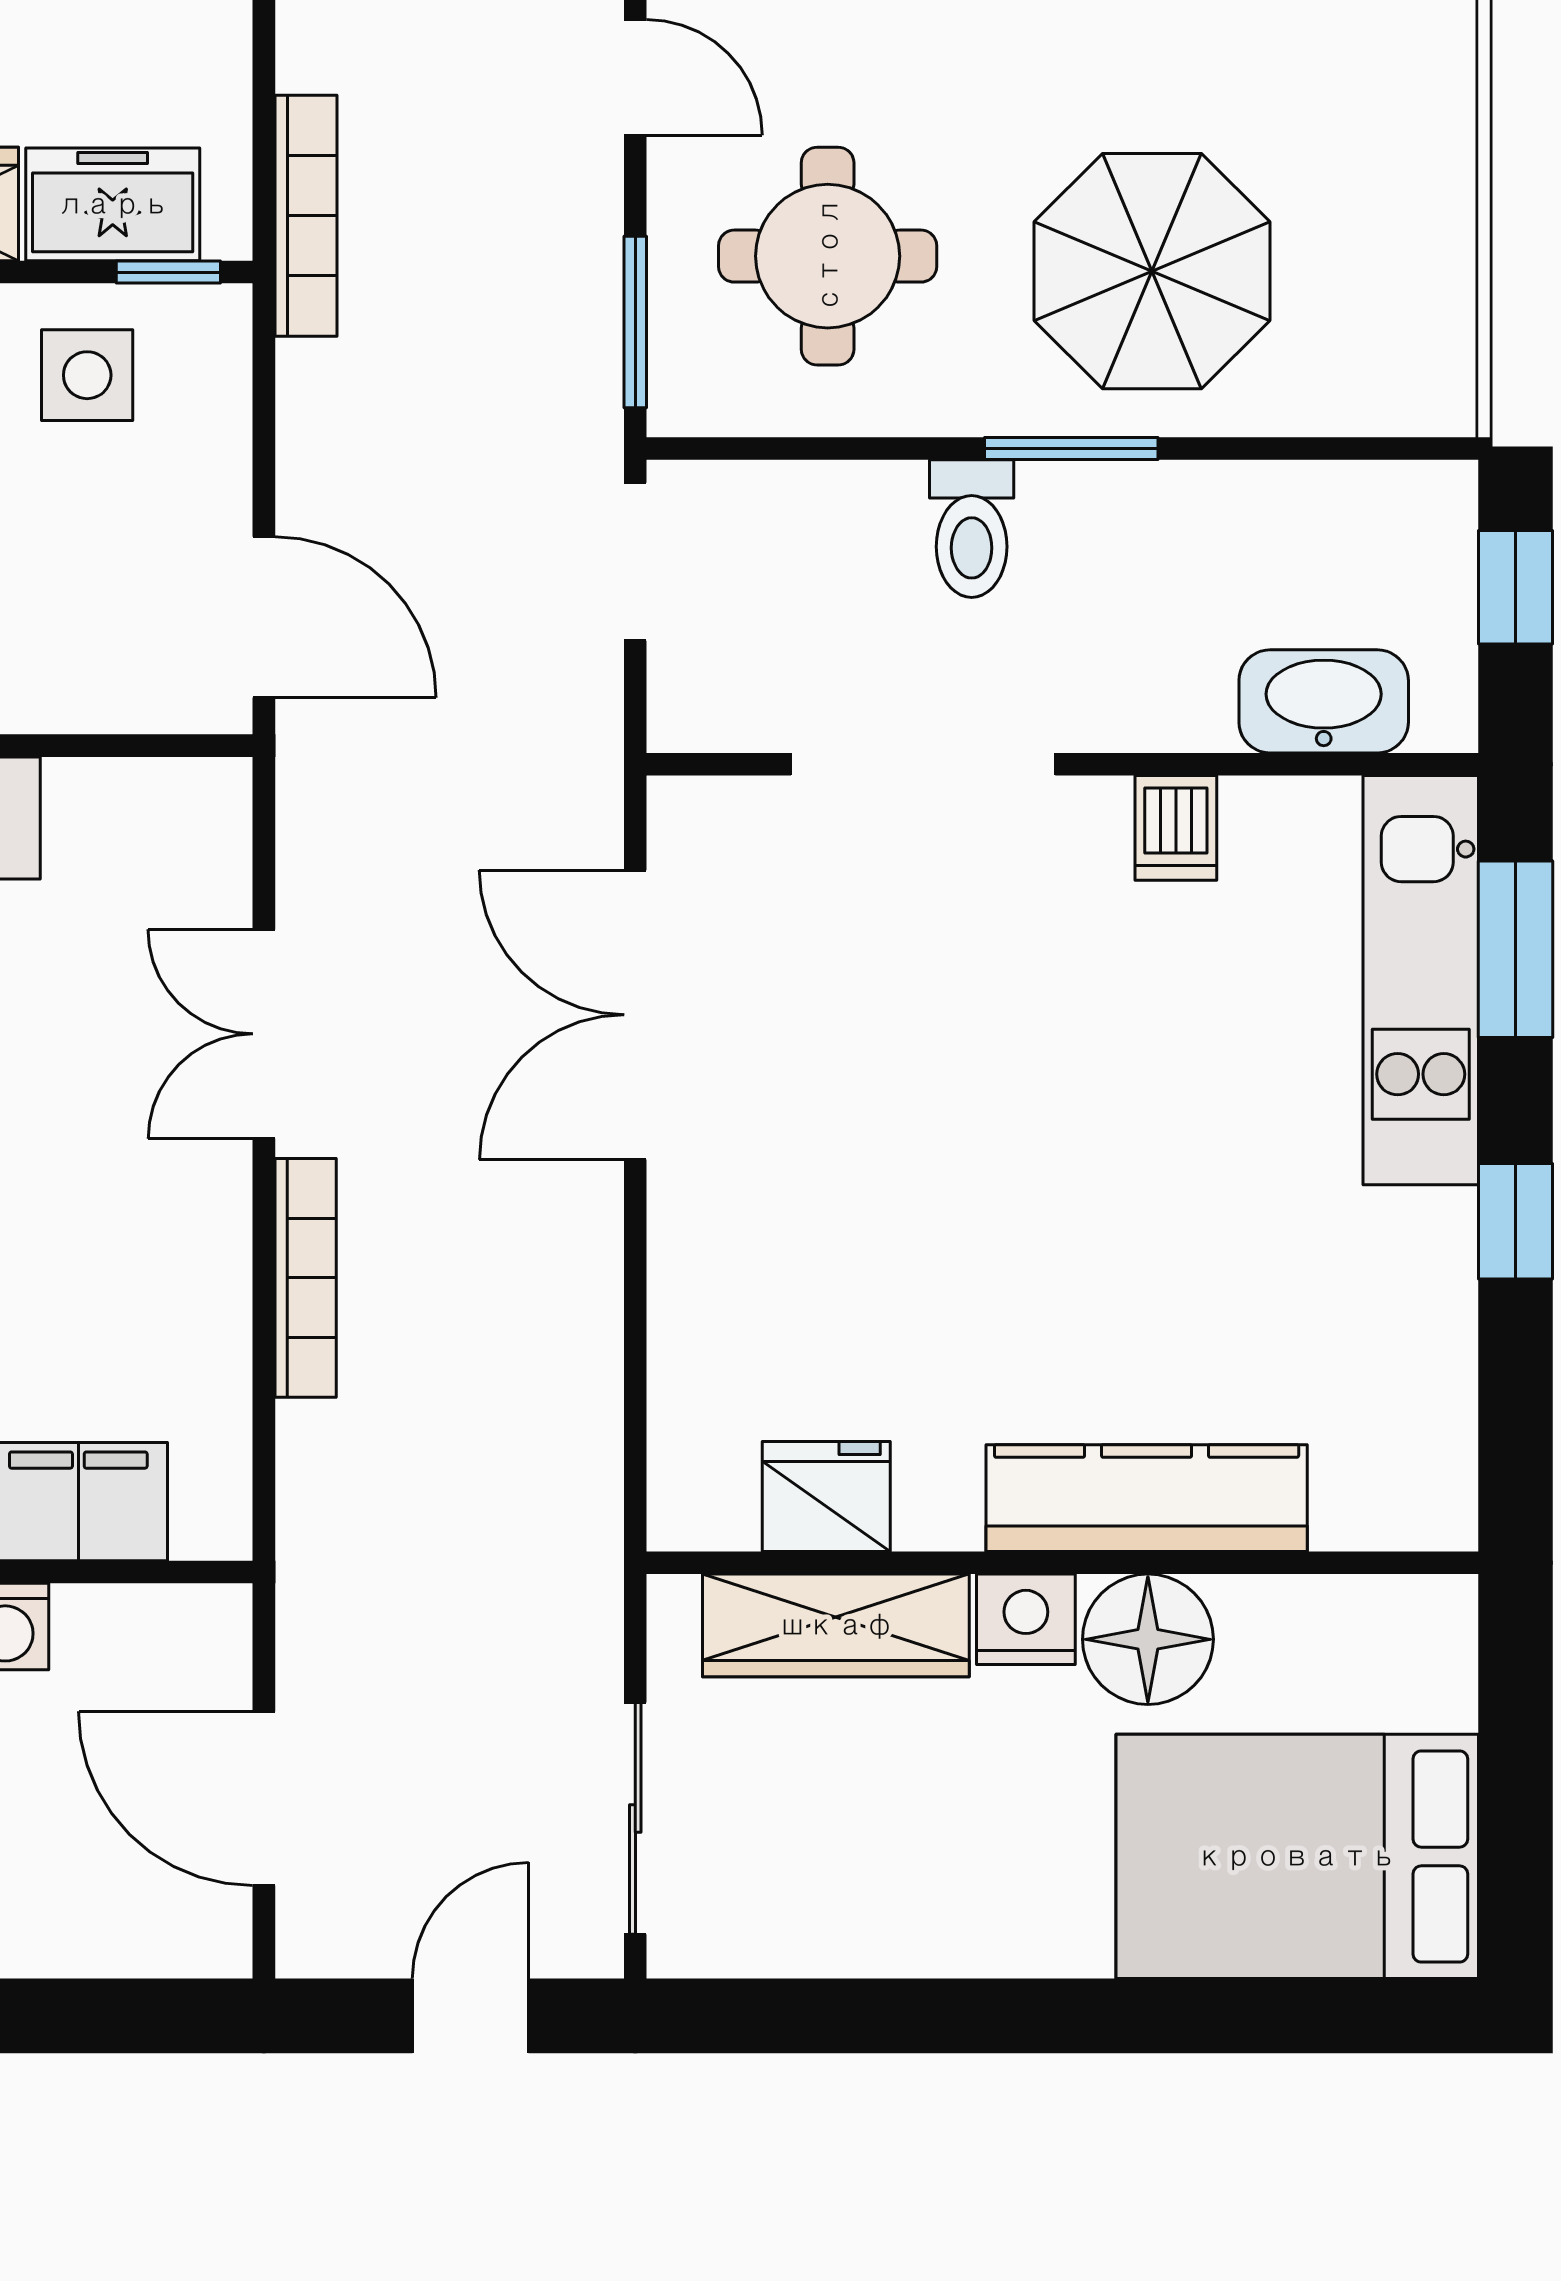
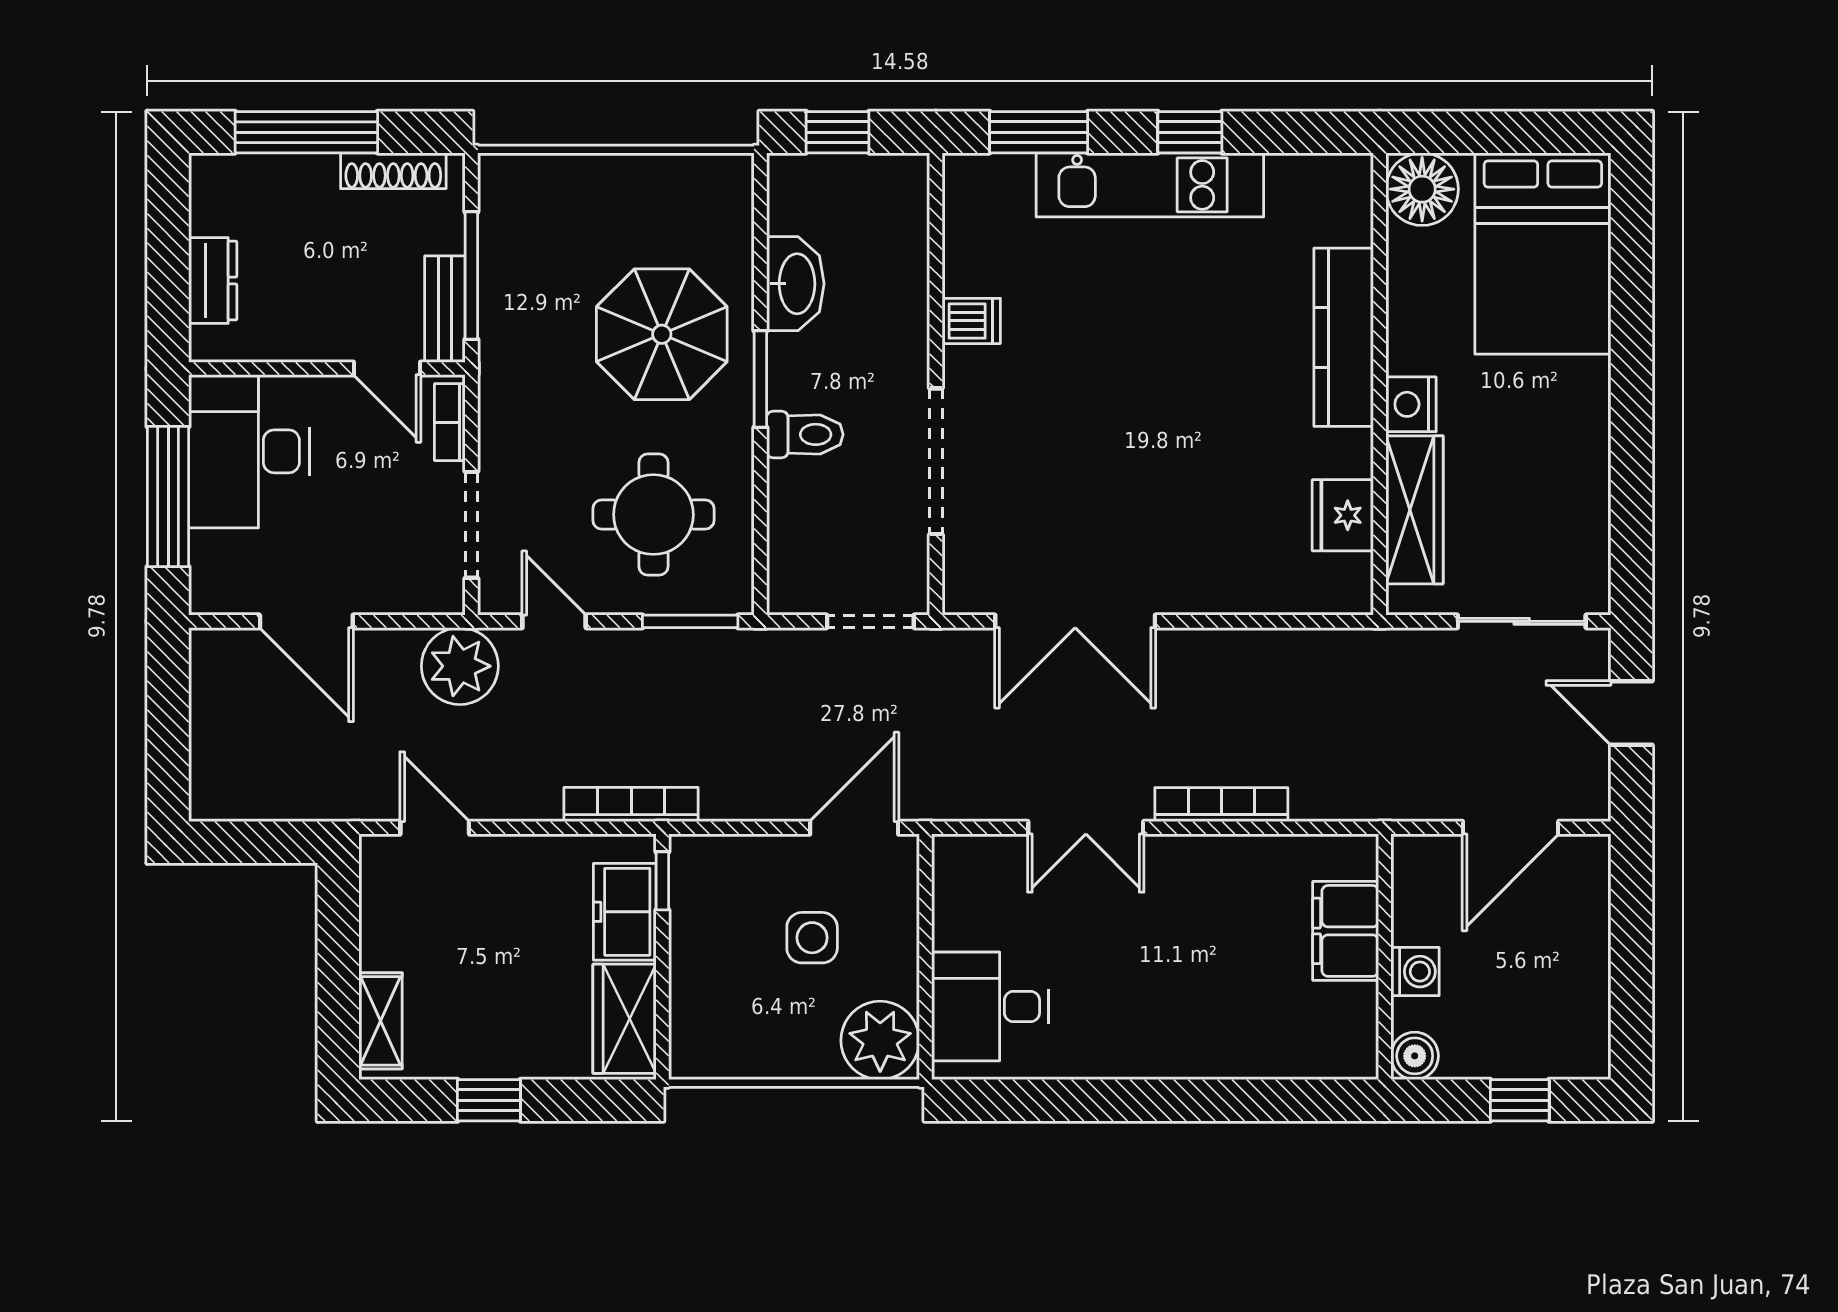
door: (635, 77) -> (554, 621), hinge flipped
side table: (87, 375) -> (812, 938), moved
doorway: (635, 562) -> (870, 621), moved
washbasin: (1324, 701) -> (795, 284), moved, turned 180
kitchen unit: (1421, 980) -> (1150, 185), moved
floor lamp: (1148, 1639) -> (1422, 189), moved

